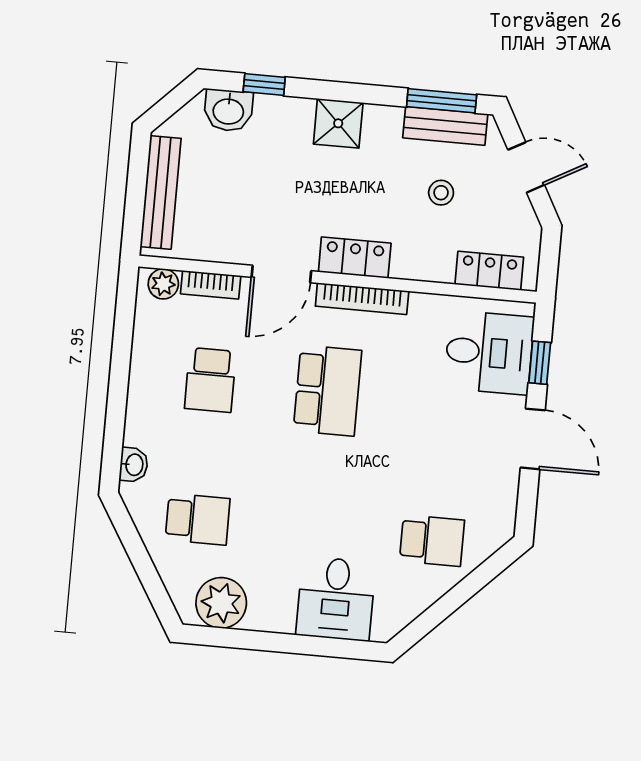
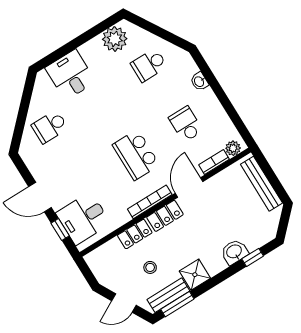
washbasin: (228, 110) -> (234, 252), moved
shower: (338, 123) -> (195, 275), moved
locker: (489, 271) -> (135, 234), moved
washbasin: (134, 465) -> (199, 81), moved

